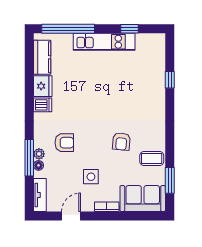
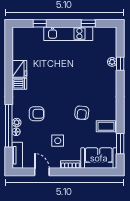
window: (68, 29) -> (40, 23), width x0.32
kitchen counter: (42, 57) -> (19, 46), removed
plant: (160, 77) -> (112, 62), added
window: (29, 158) -> (9, 126), width x1.46
door: (71, 216) -> (42, 172), hinge flipped

